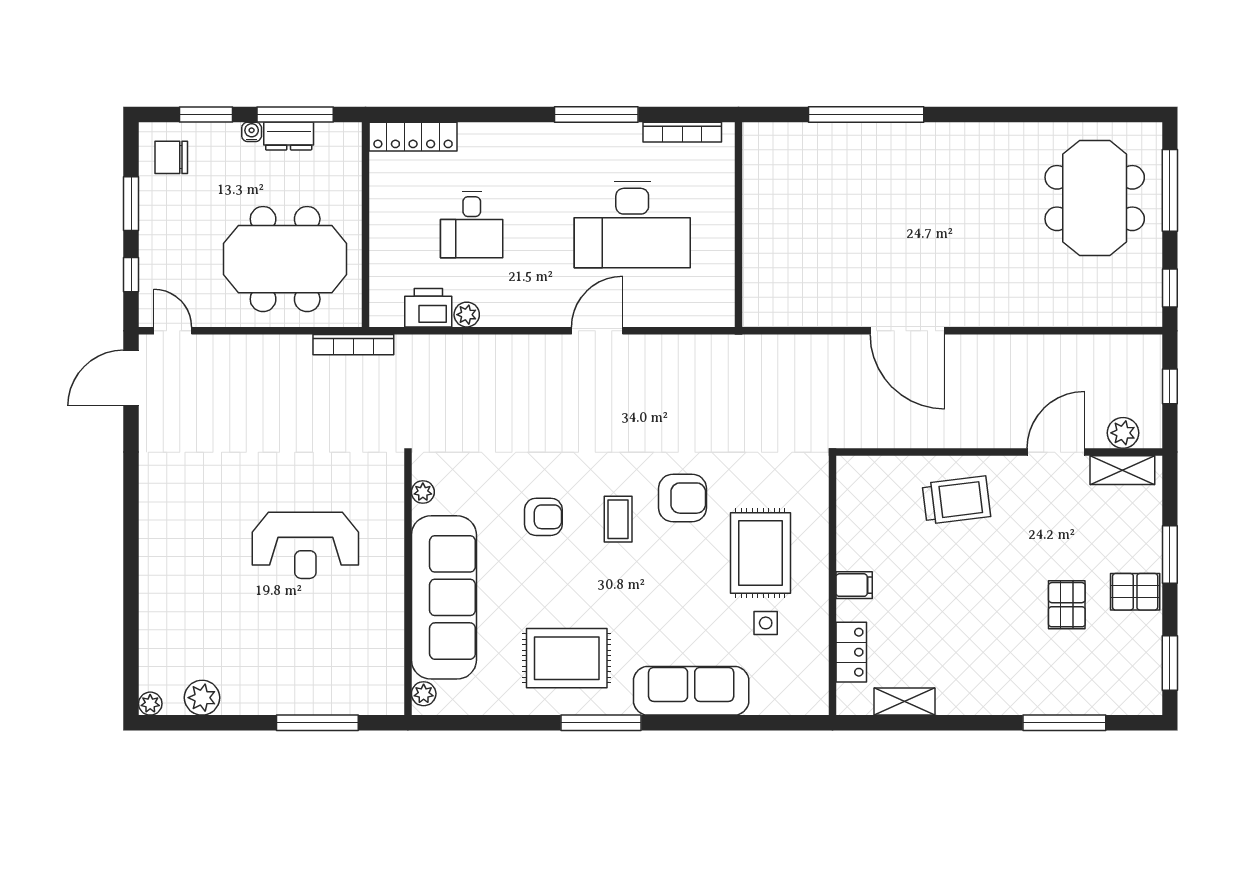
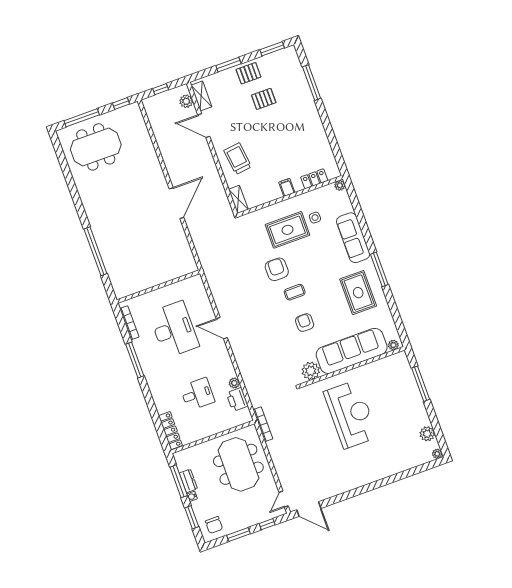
plant: (423, 492) -> (311, 371), width x1.88, depth x1.88
reception desk: (305, 545) -> (351, 414), width x1.36, depth x1.30
pallet: (1135, 592) -> (248, 73), turned 90
shelving: (905, 702) -> (238, 199), moved
plant: (817, 703) -> (340, 185), added

